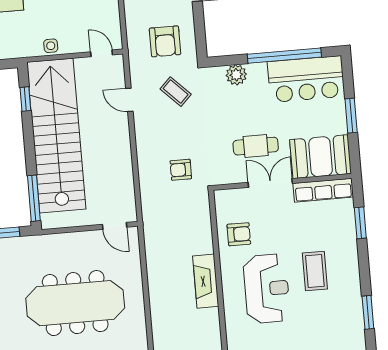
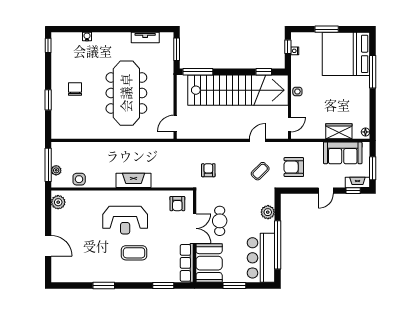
armchair: (239, 234) -> (177, 204), moved

